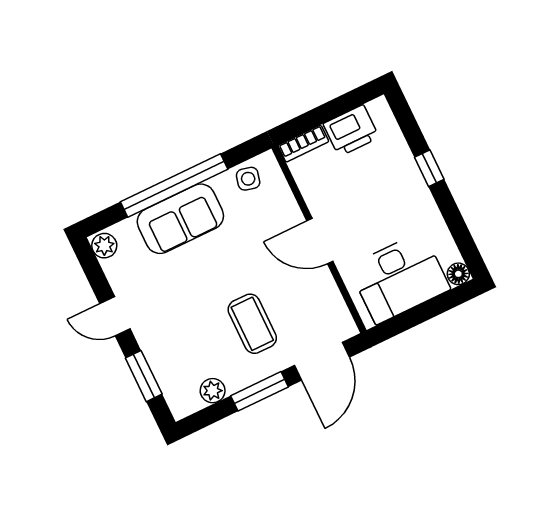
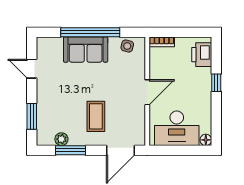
printer: (351, 131) -> (202, 55), moved, turned 90
door: (320, 241) -> (147, 92), swing flipped
plant: (104, 246) -> (43, 45), removed
door: (115, 316) -> (32, 69), moved
window: (260, 391) -> (70, 150), moved

